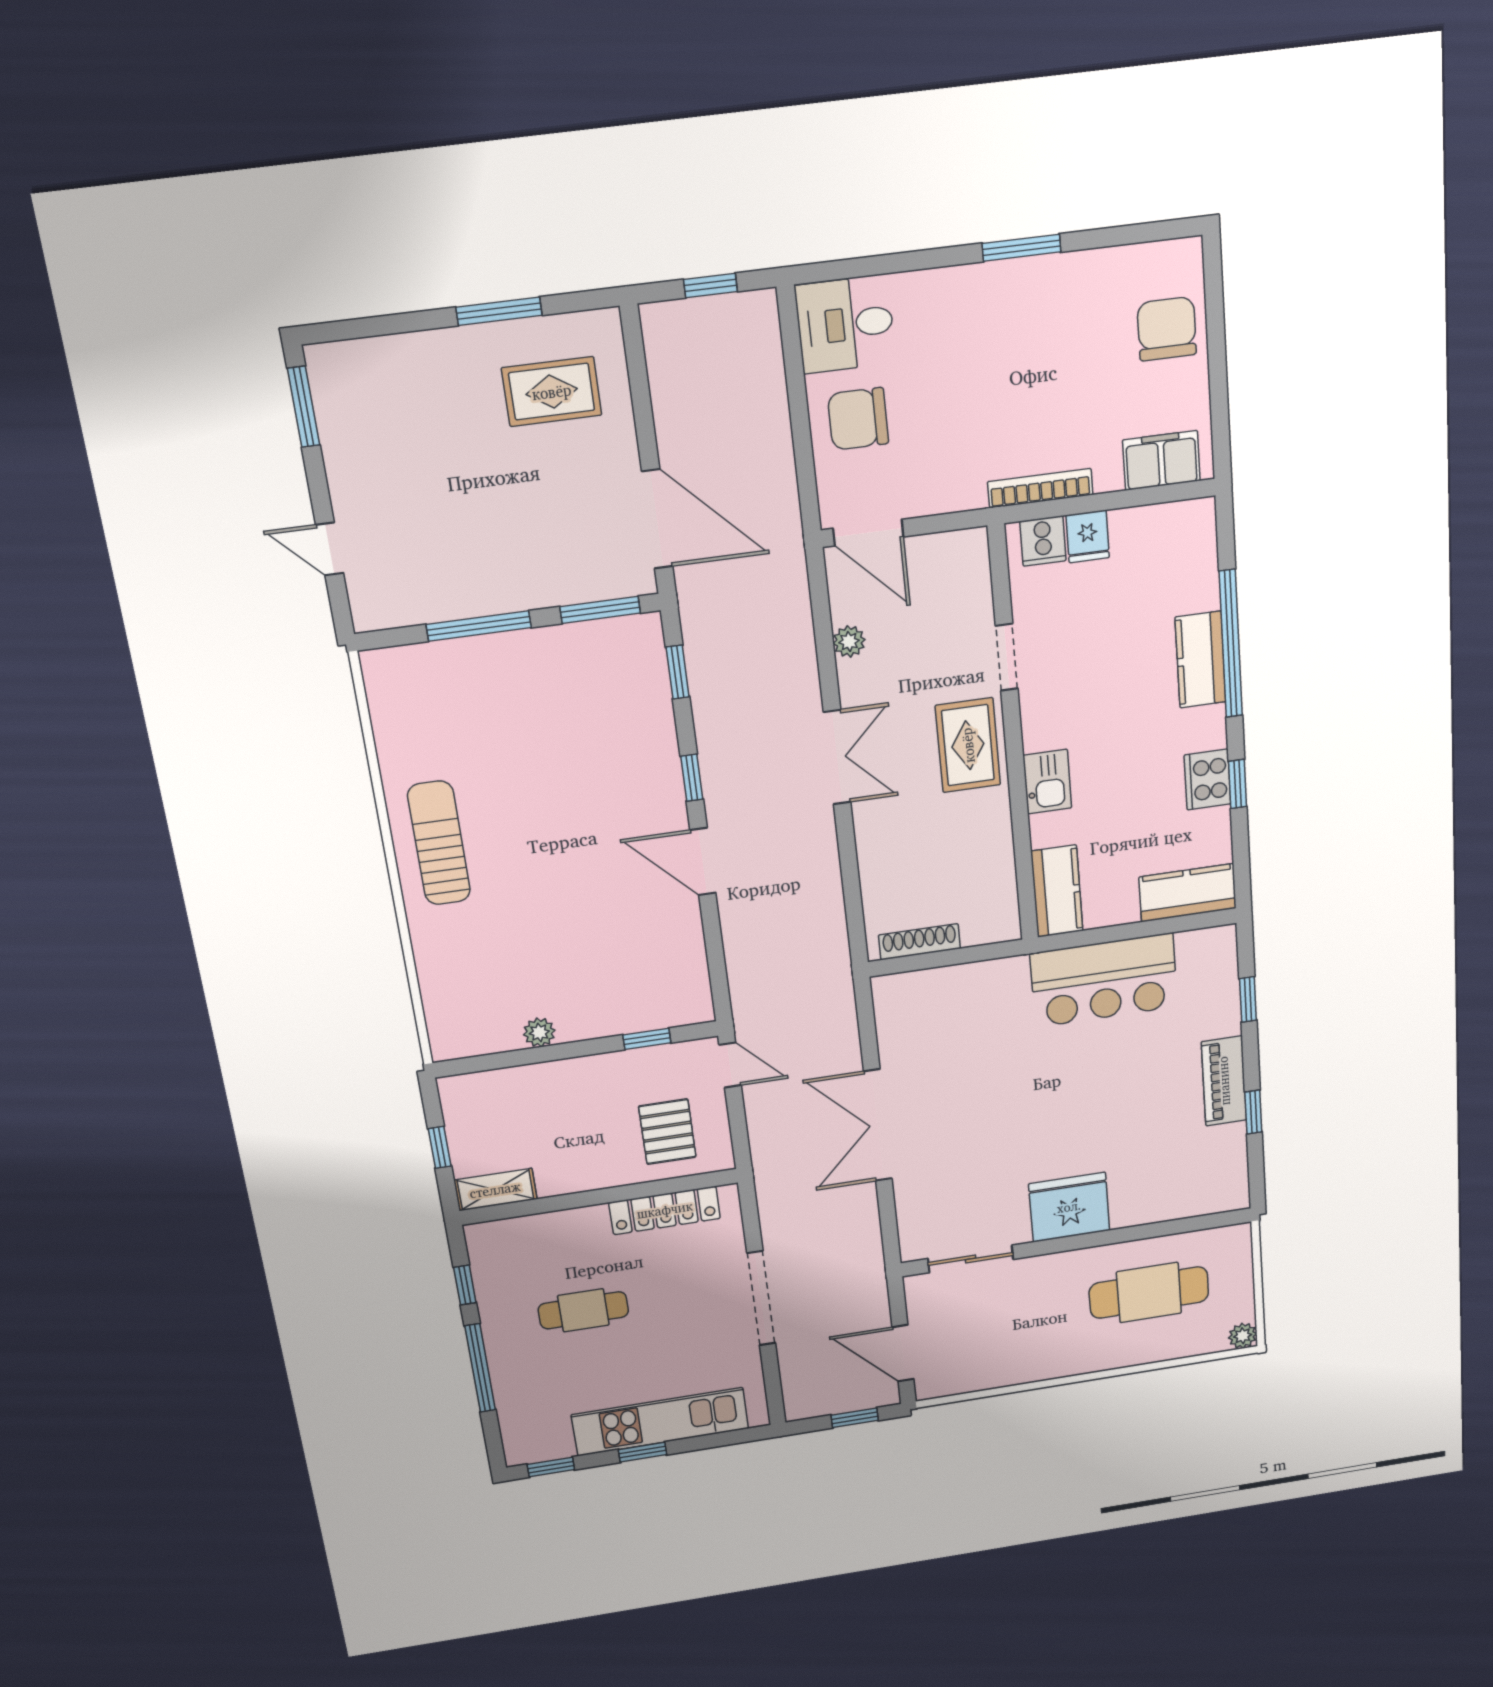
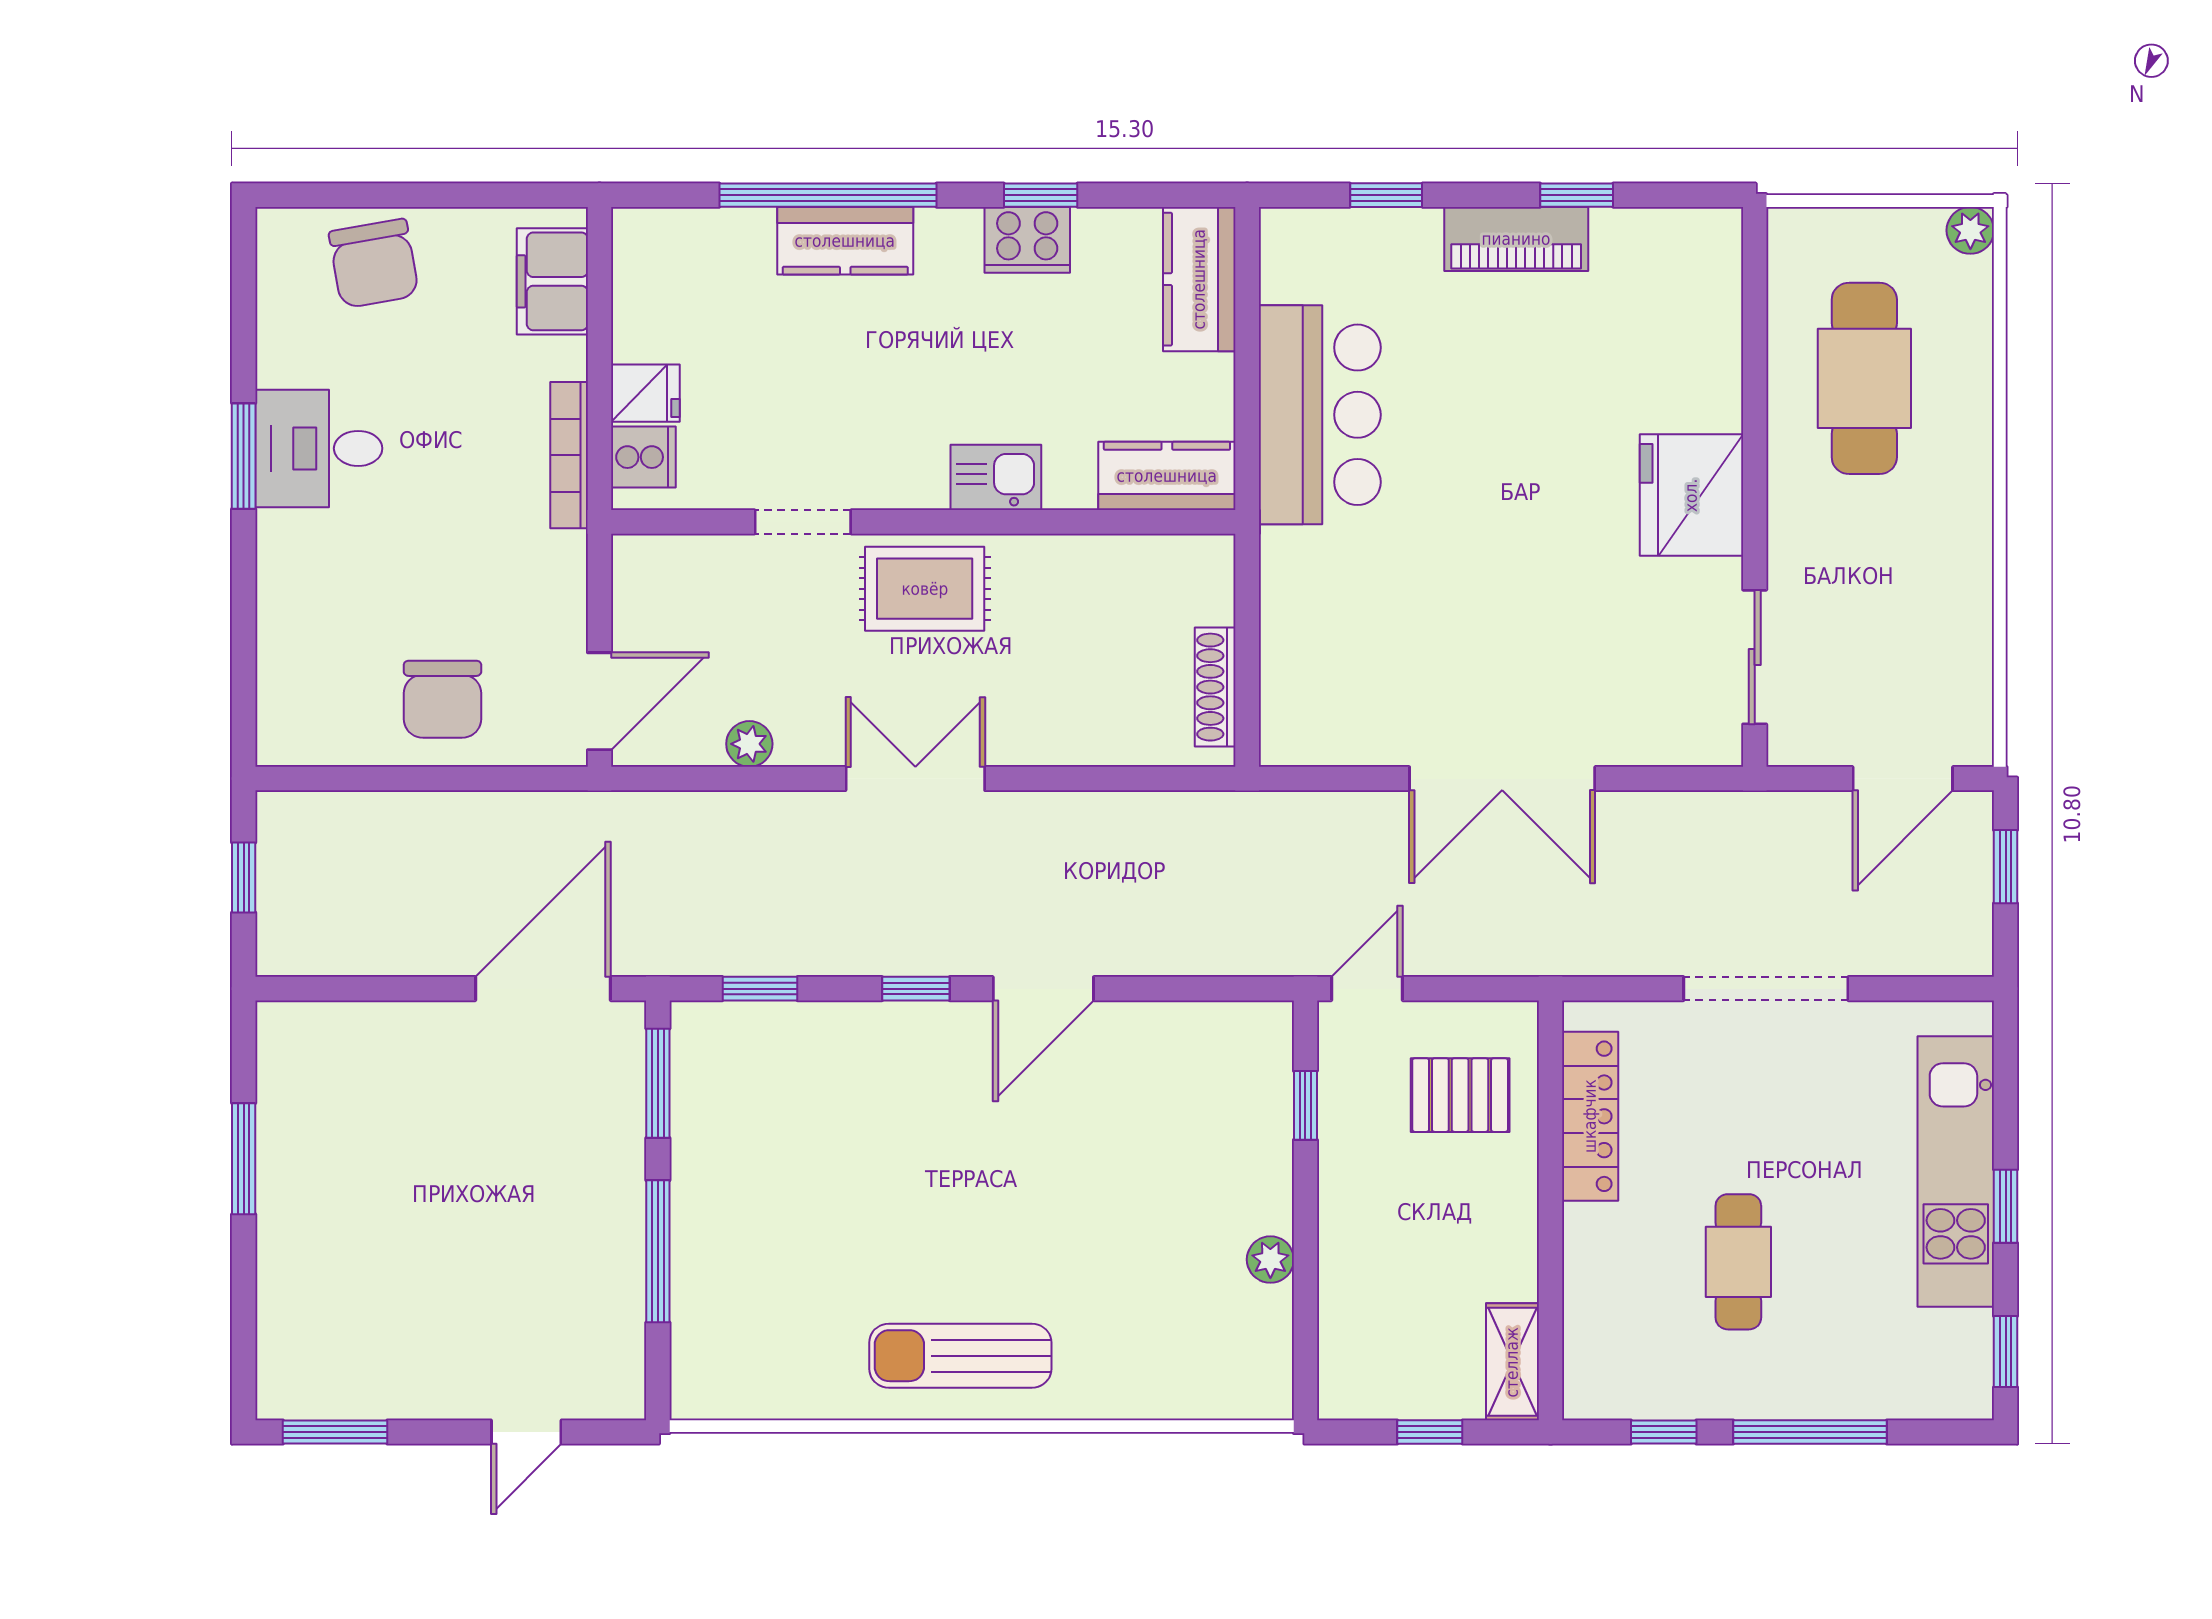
desk: (845, 324) -> (319, 448), moved, turned 90
chair: (1167, 329) -> (374, 263), turned -100
rug: (552, 392) -> (355, 1106), removed

